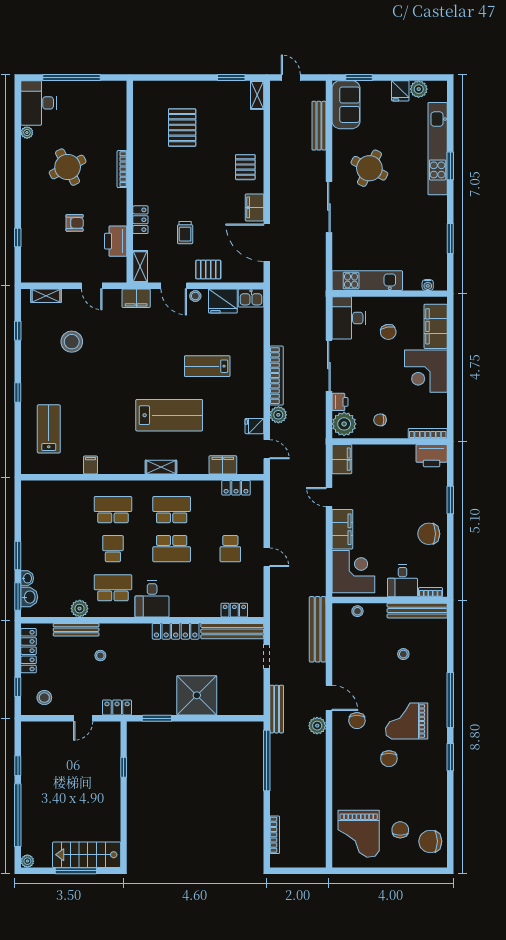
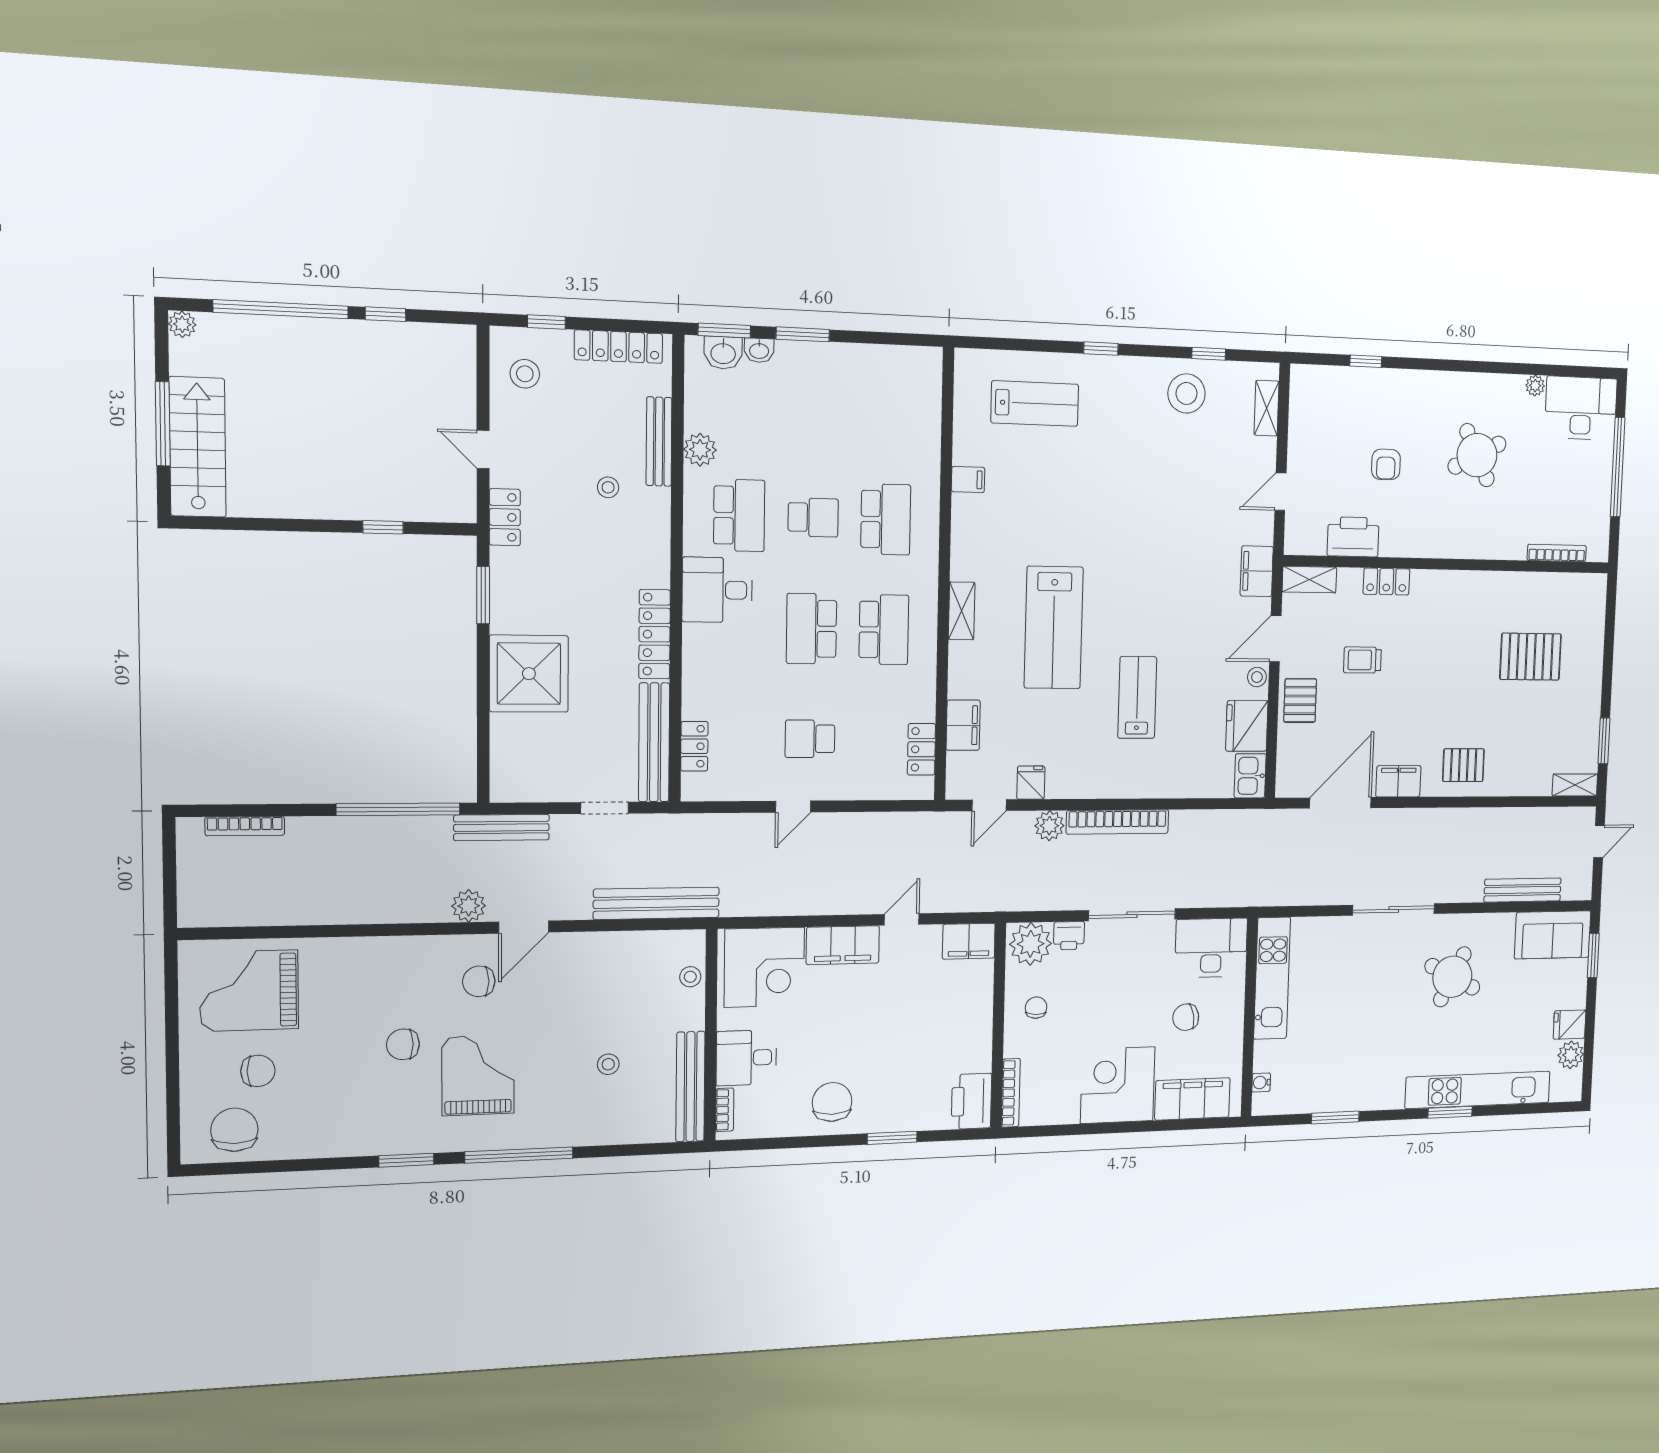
bookcase: (122, 169) -> (1557, 553), moved
stool: (72, 342) -> (1187, 393), moved

